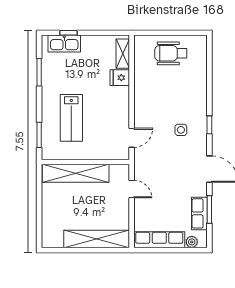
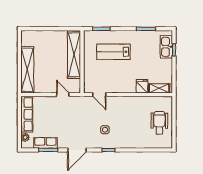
door: (132, 189) -> (63, 95), swing flipped

